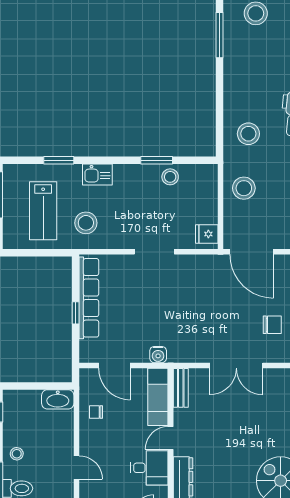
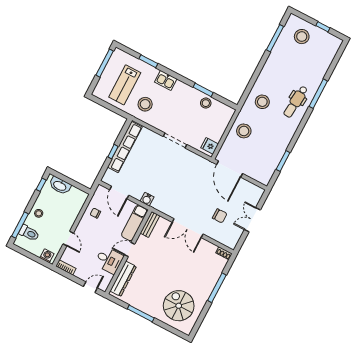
washbasin: (58, 399) -> (60, 186), moved

